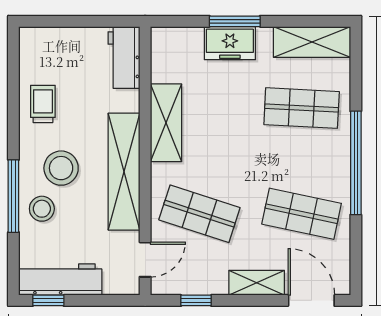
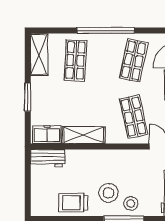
freezer: (230, 43) -> (47, 134), moved, turned -90
trolley: (43, 104) -> (73, 203), width x1.36, depth x1.39
shelving: (124, 172) -> (110, 158), removed
shop shelf: (199, 214) -> (134, 117), turned -30

